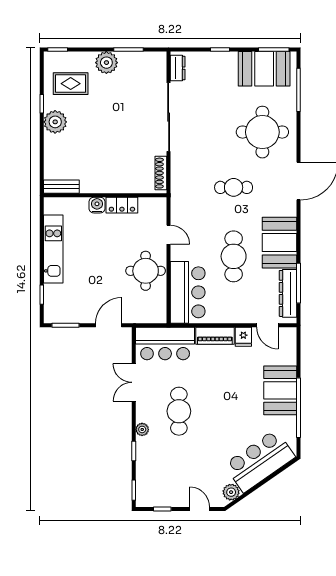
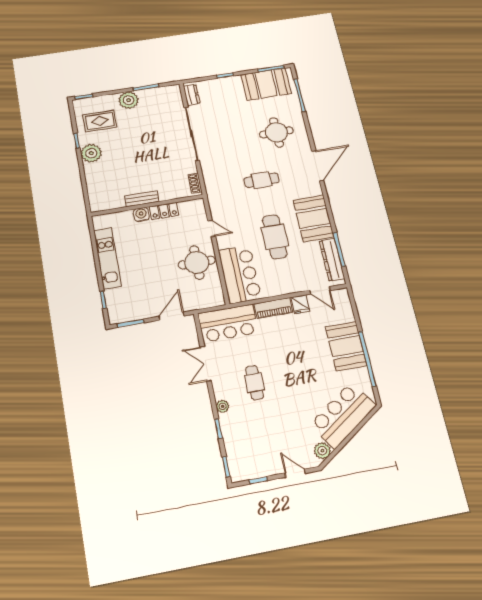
round table: (262, 132) -> (276, 132), width x0.73, depth x0.73
shoe rack: (161, 173) -> (195, 183), width x0.70
bench: (61, 187) -> (142, 199), moved
cafe table: (179, 411) -> (254, 383), width x0.73, depth x0.74

